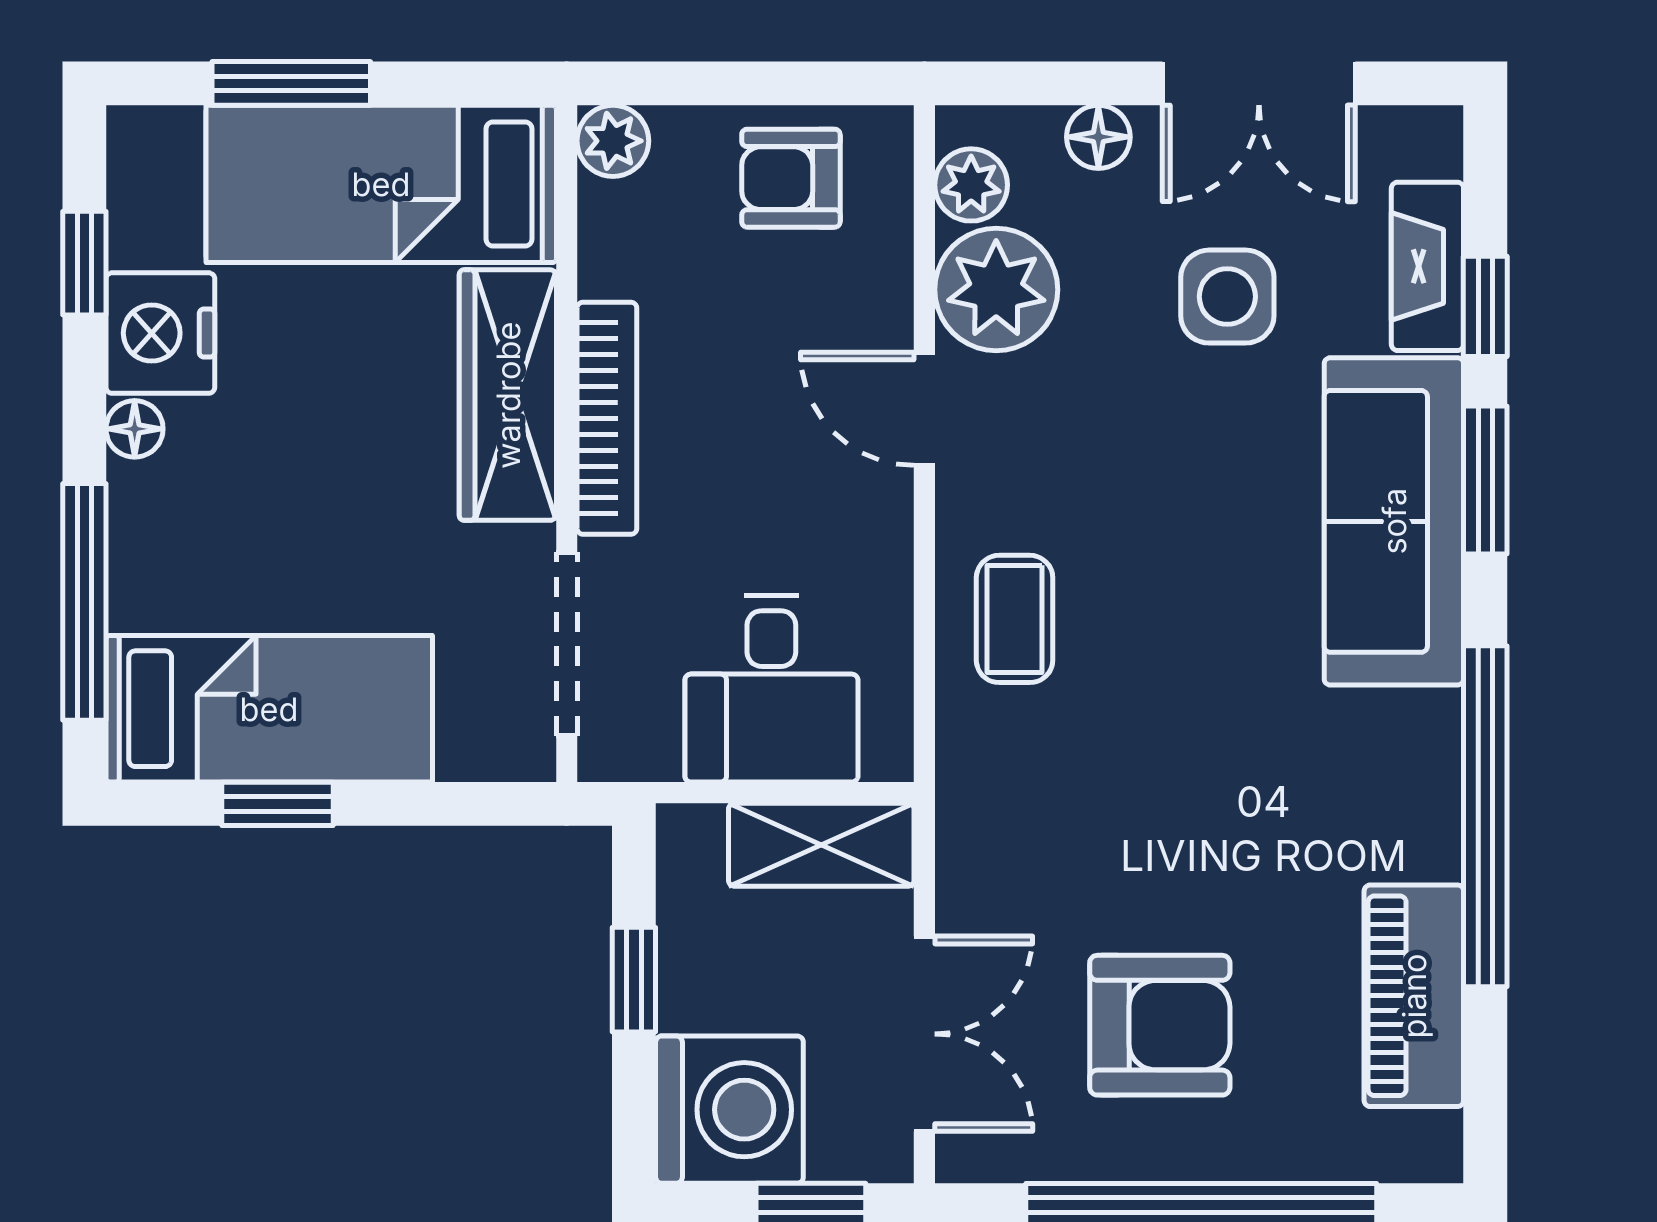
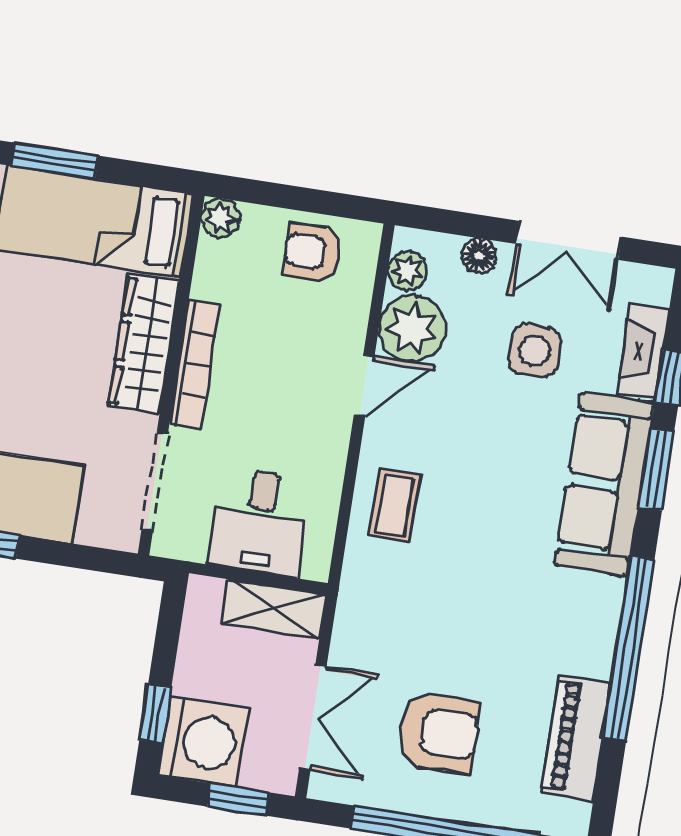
door: (924, 409) -> (364, 386), swing flipped
window: (634, 980) -> (155, 714), moved

